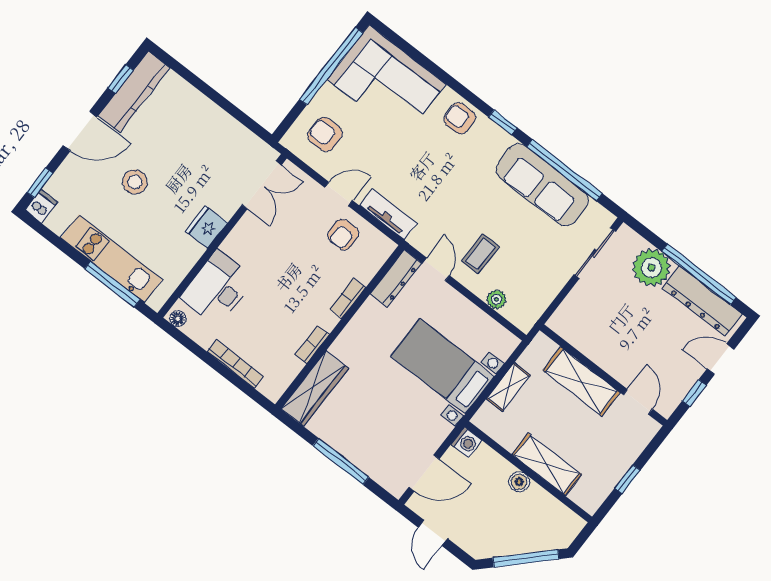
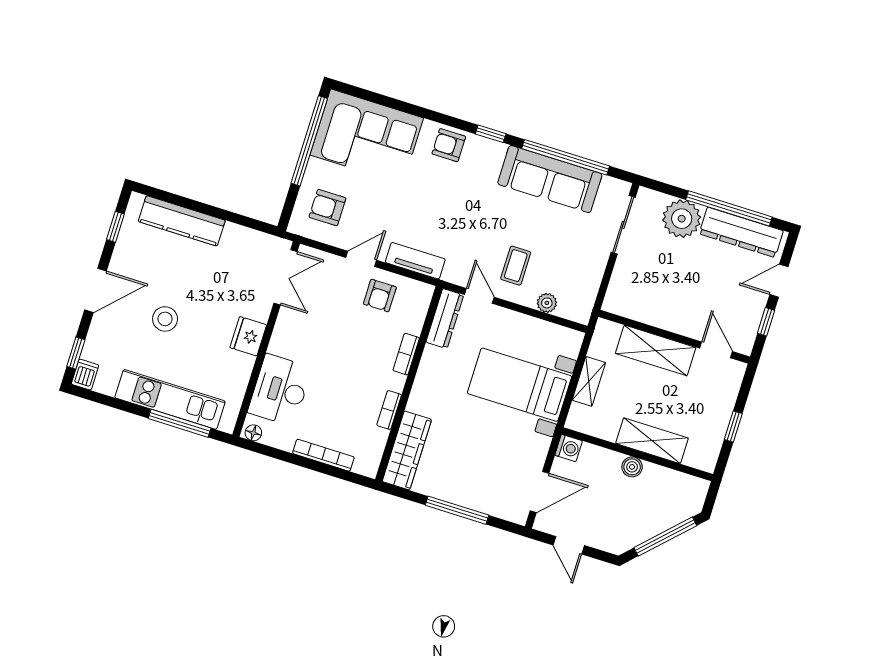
kitchen counter: (134, 92) -> (182, 221), moved, turned 90

